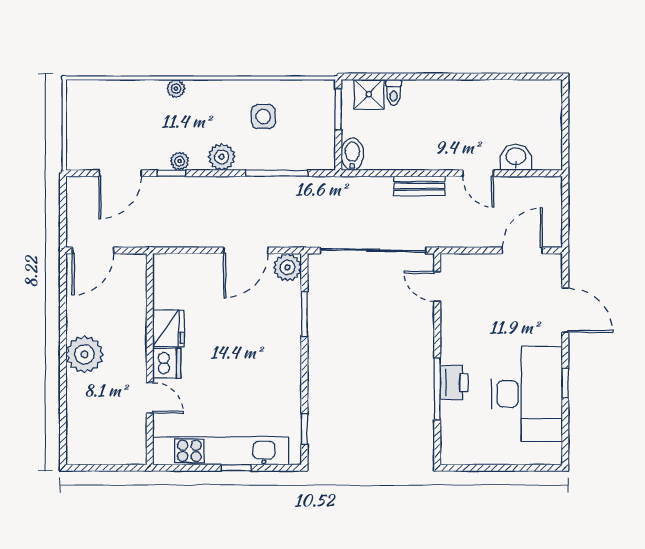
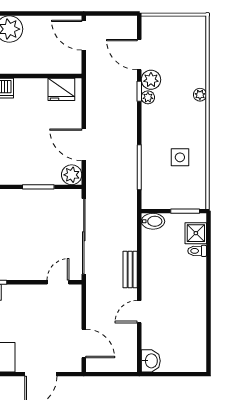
plant: (222, 157) -> (151, 80), moved
washbasin: (516, 157) -> (151, 361), moved
fridge: (169, 328) -> (61, 89), moved

